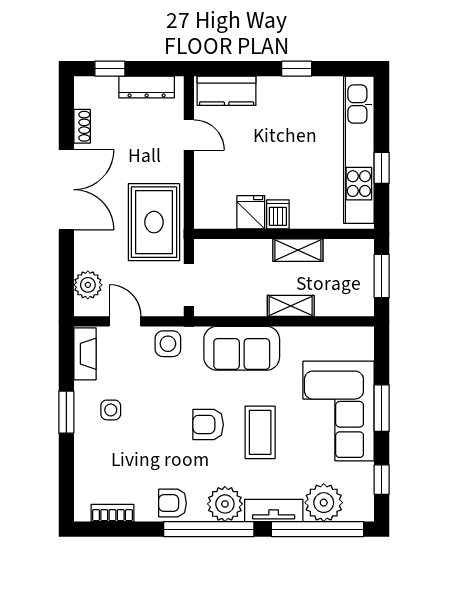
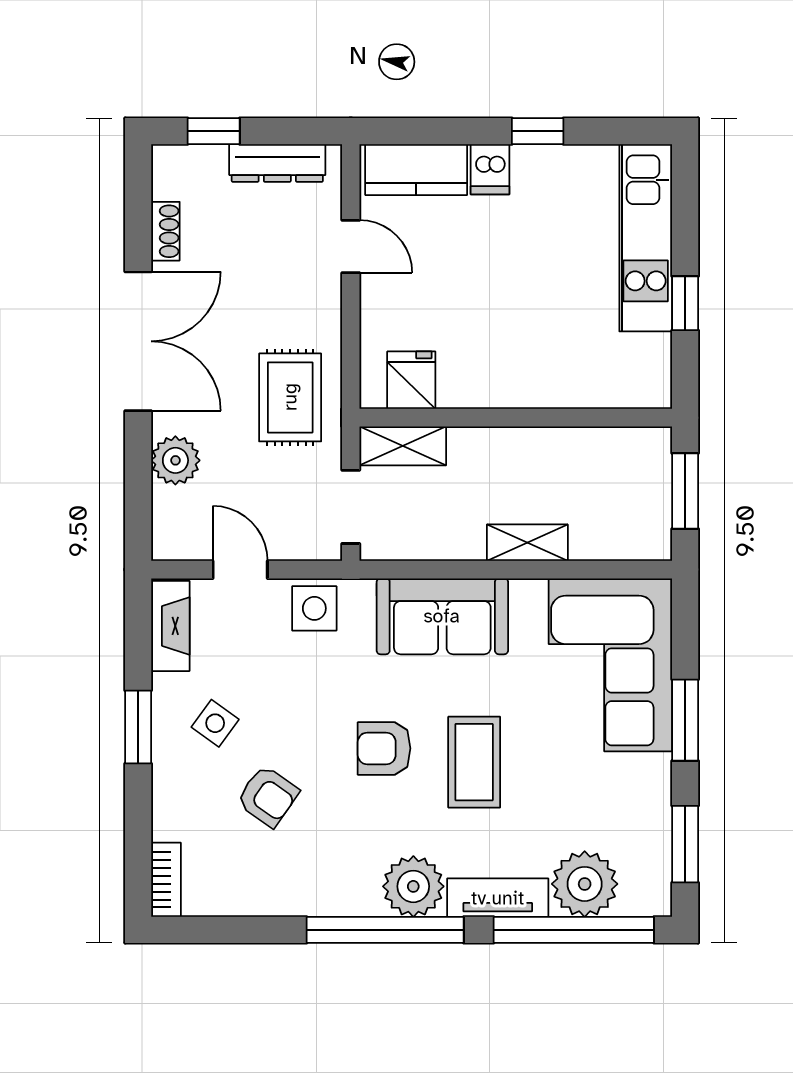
kitchen unit: (359, 150) -> (646, 238), width x0.73
fridge: (251, 212) -> (411, 380), moved
dishwasher: (278, 214) -> (490, 169), moved, turned 180
rug: (154, 222) -> (290, 397), width x0.73, depth x0.70
shelving: (298, 250) -> (403, 446), moved
plant: (88, 285) -> (175, 460), moved
side table: (111, 410) -> (215, 723), turned 36
corner sofa: (339, 411) -> (610, 665), moved
window: (382, 480) -> (685, 844), width x1.50
armchair: (172, 503) -> (268, 796), moved, turned -145
bookcase: (112, 513) -> (166, 880), moved, turned 90

